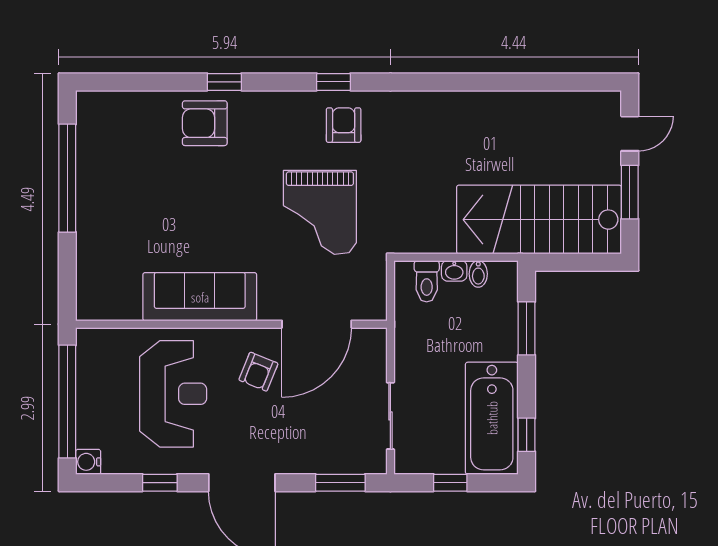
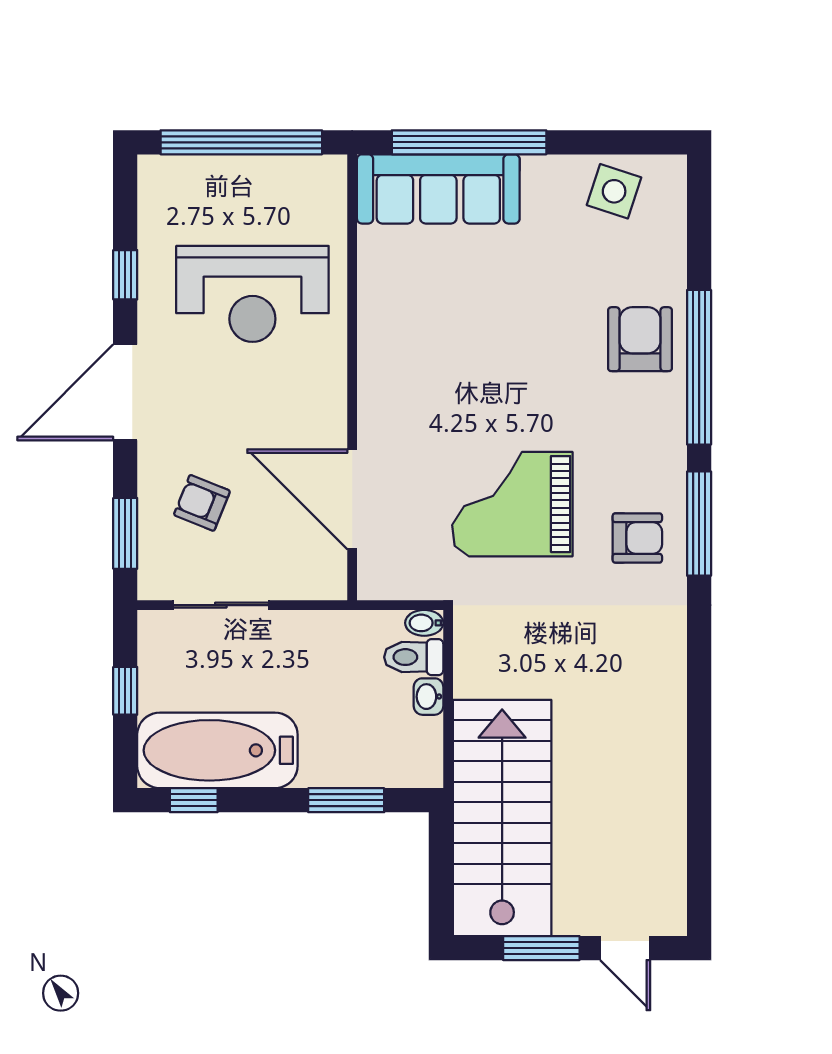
window: (224, 82) -> (699, 367), width x3.17
window: (333, 82) -> (699, 524), width x2.17
side table: (101, 141) -> (614, 191), added
window: (67, 178) -> (469, 142), moved
bidet: (478, 274) -> (424, 623), moved
sofa: (200, 297) -> (438, 189), moved, turned 90
armchair: (258, 372) -> (202, 503), moved
water cooler: (88, 462) -> (155, 172), removed

